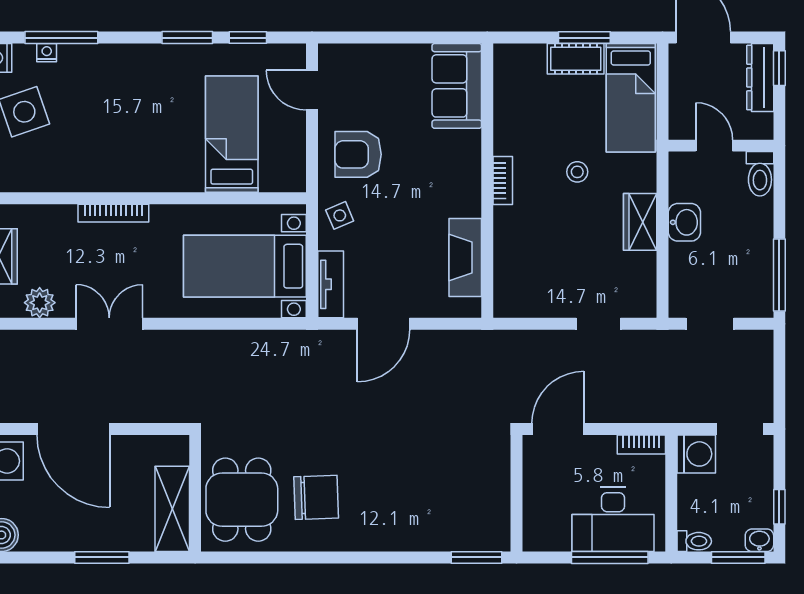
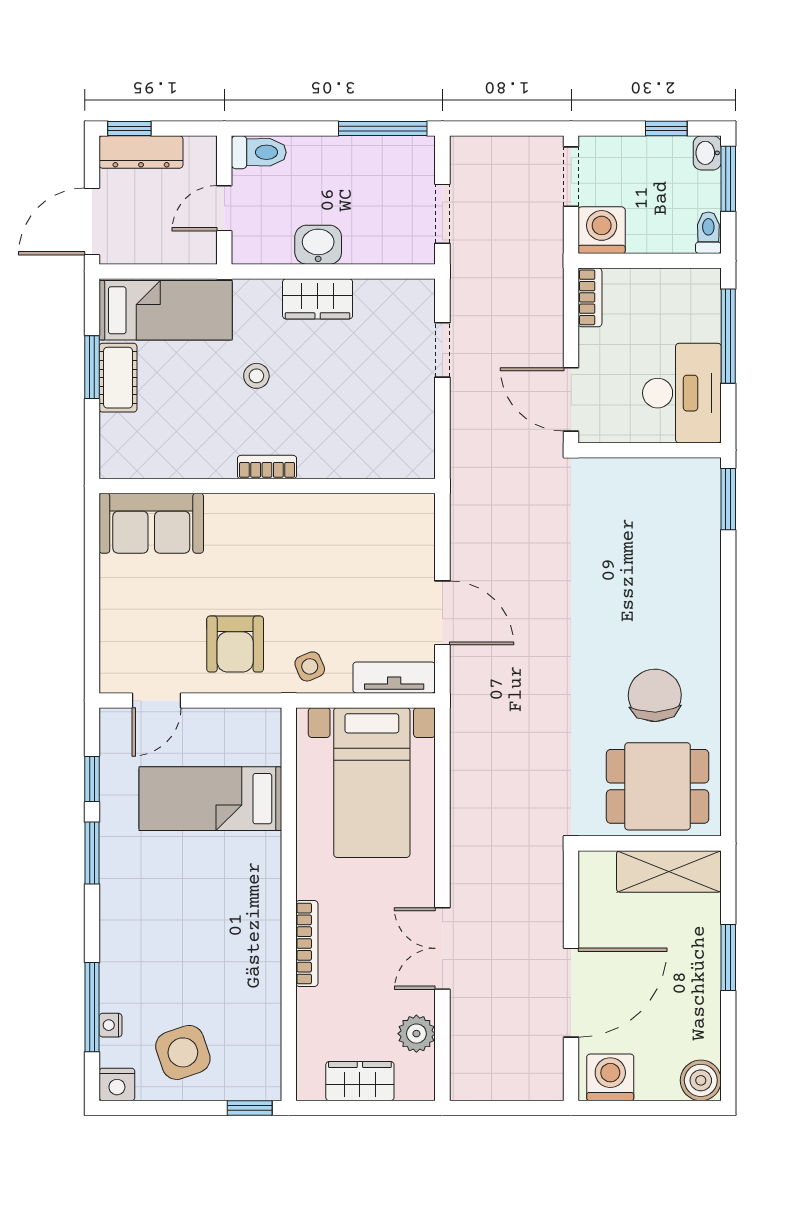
fireplace: (465, 257) -> (361, 513), removed
desk: (613, 520) -> (682, 393), moved

